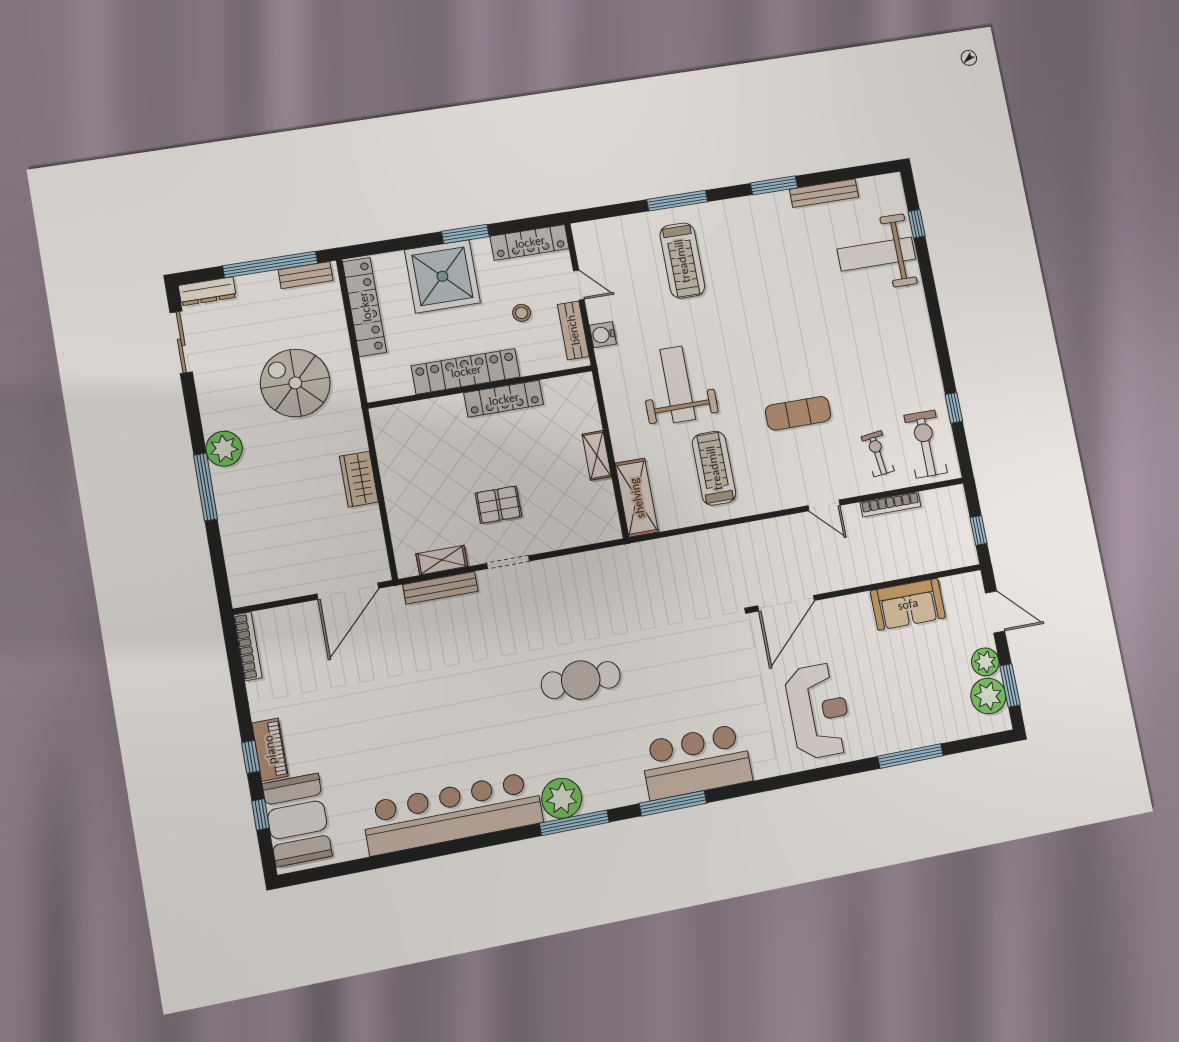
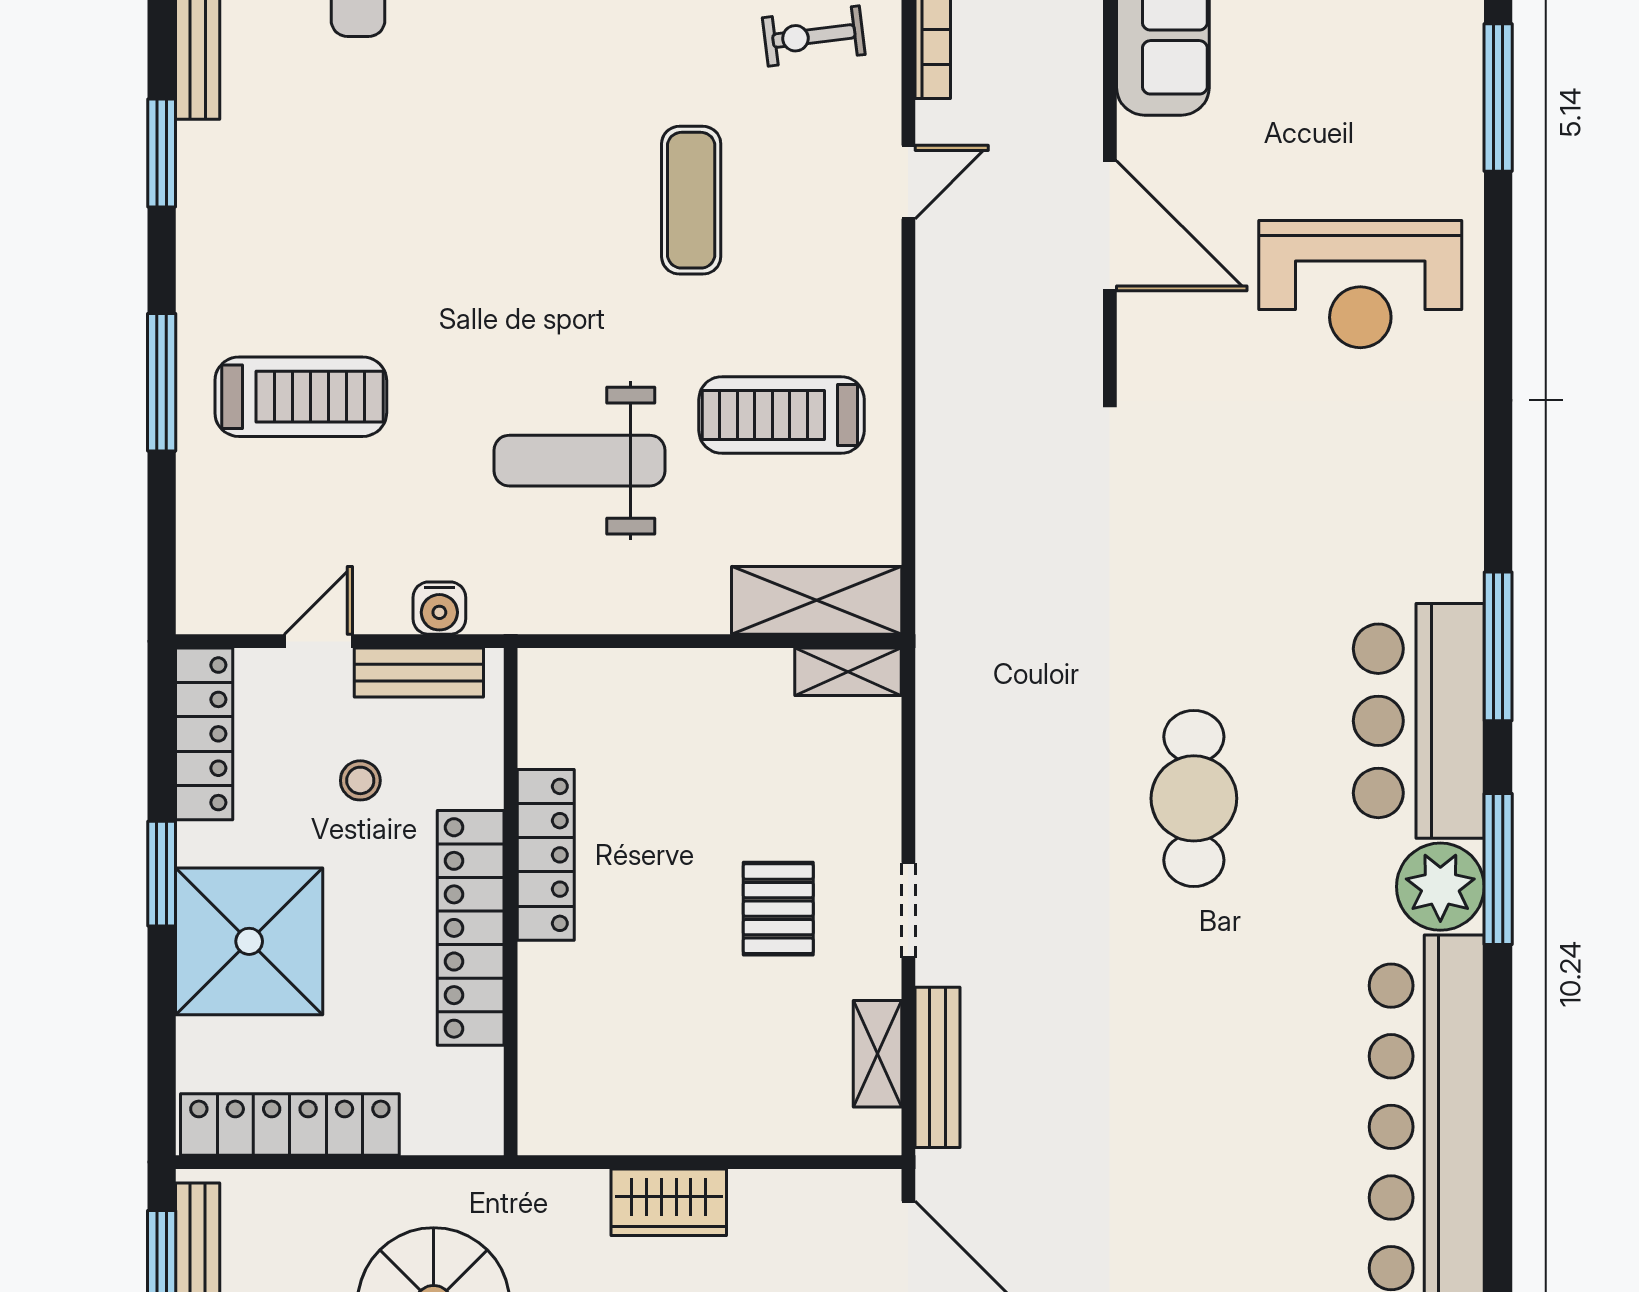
shelving: (597, 455) -> (848, 672), moved
door: (786, 603) -> (1110, 226), moved
reception desk: (819, 711) -> (1360, 284), turned 180
bar counter: (696, 762) -> (1419, 721), moved

